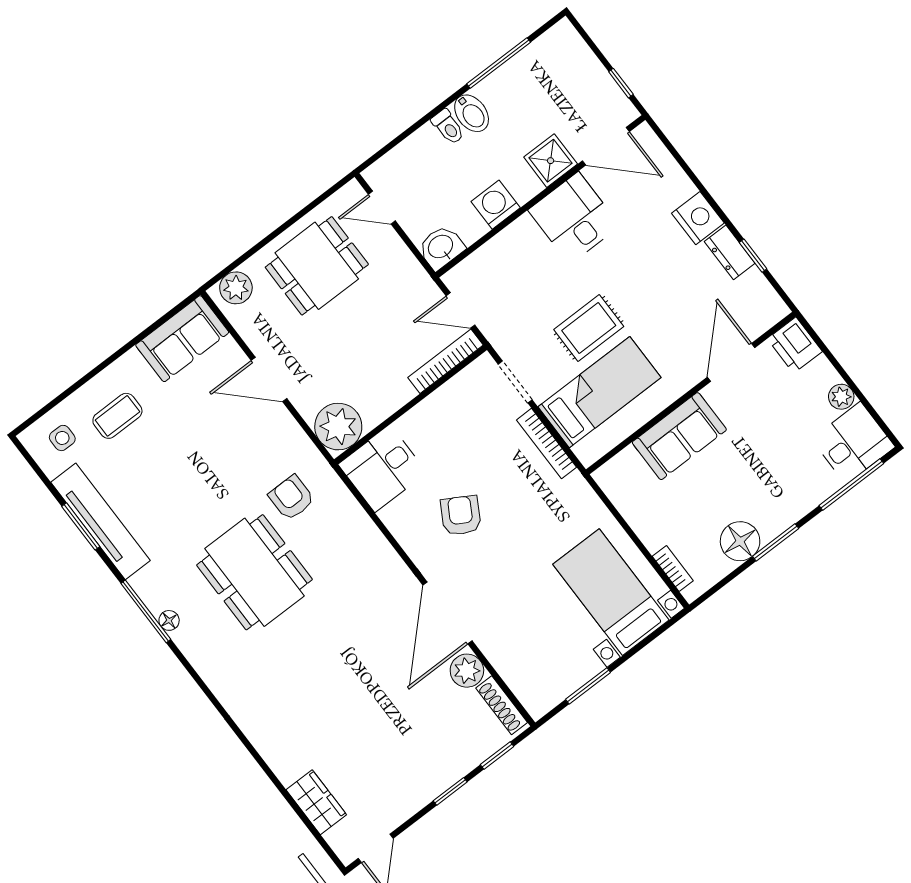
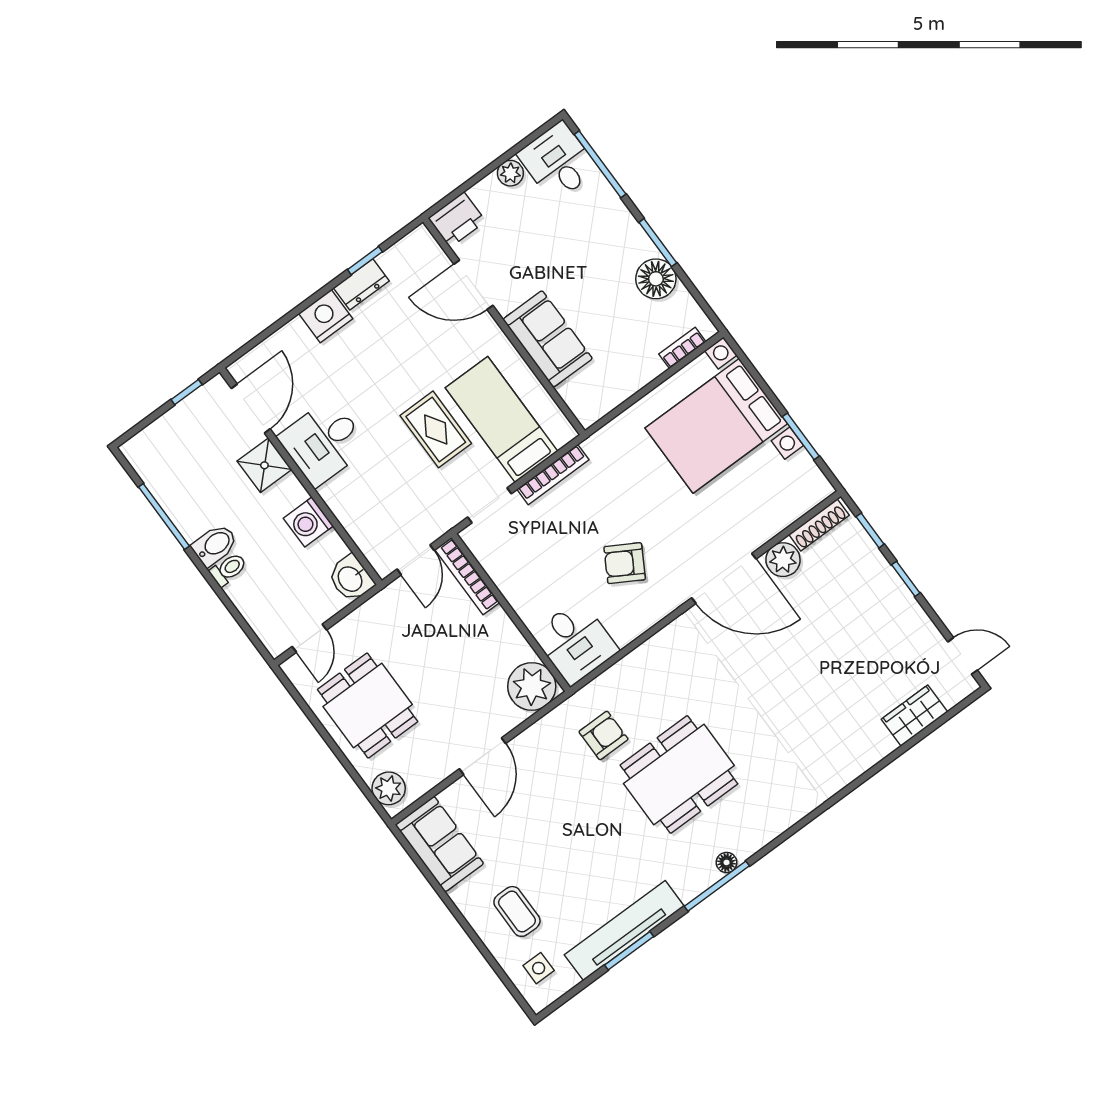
armchair: (291, 498) -> (604, 735), turned 180
bed with nightstands: (611, 592) -> (716, 426), width x1.36

